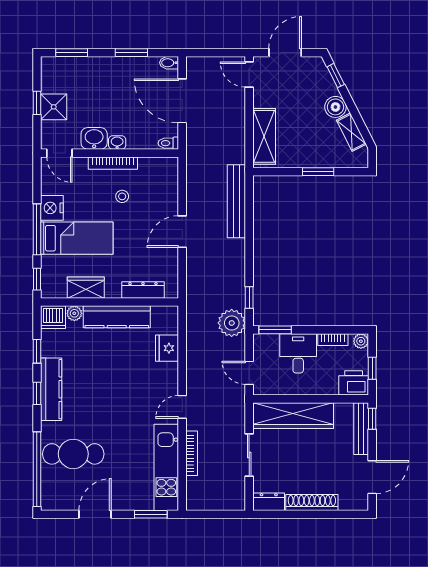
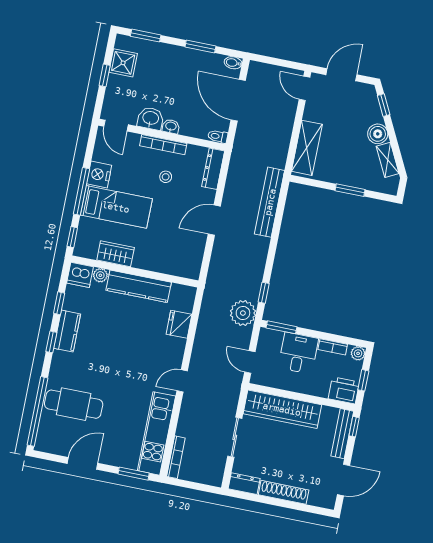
shower: (54, 107) -> (123, 63), moved
dresser: (143, 290) -> (213, 169), moved, turned -90
kitchen counter: (51, 389) -> (67, 331), width x0.67
bookcase: (192, 453) -> (176, 457), moved

